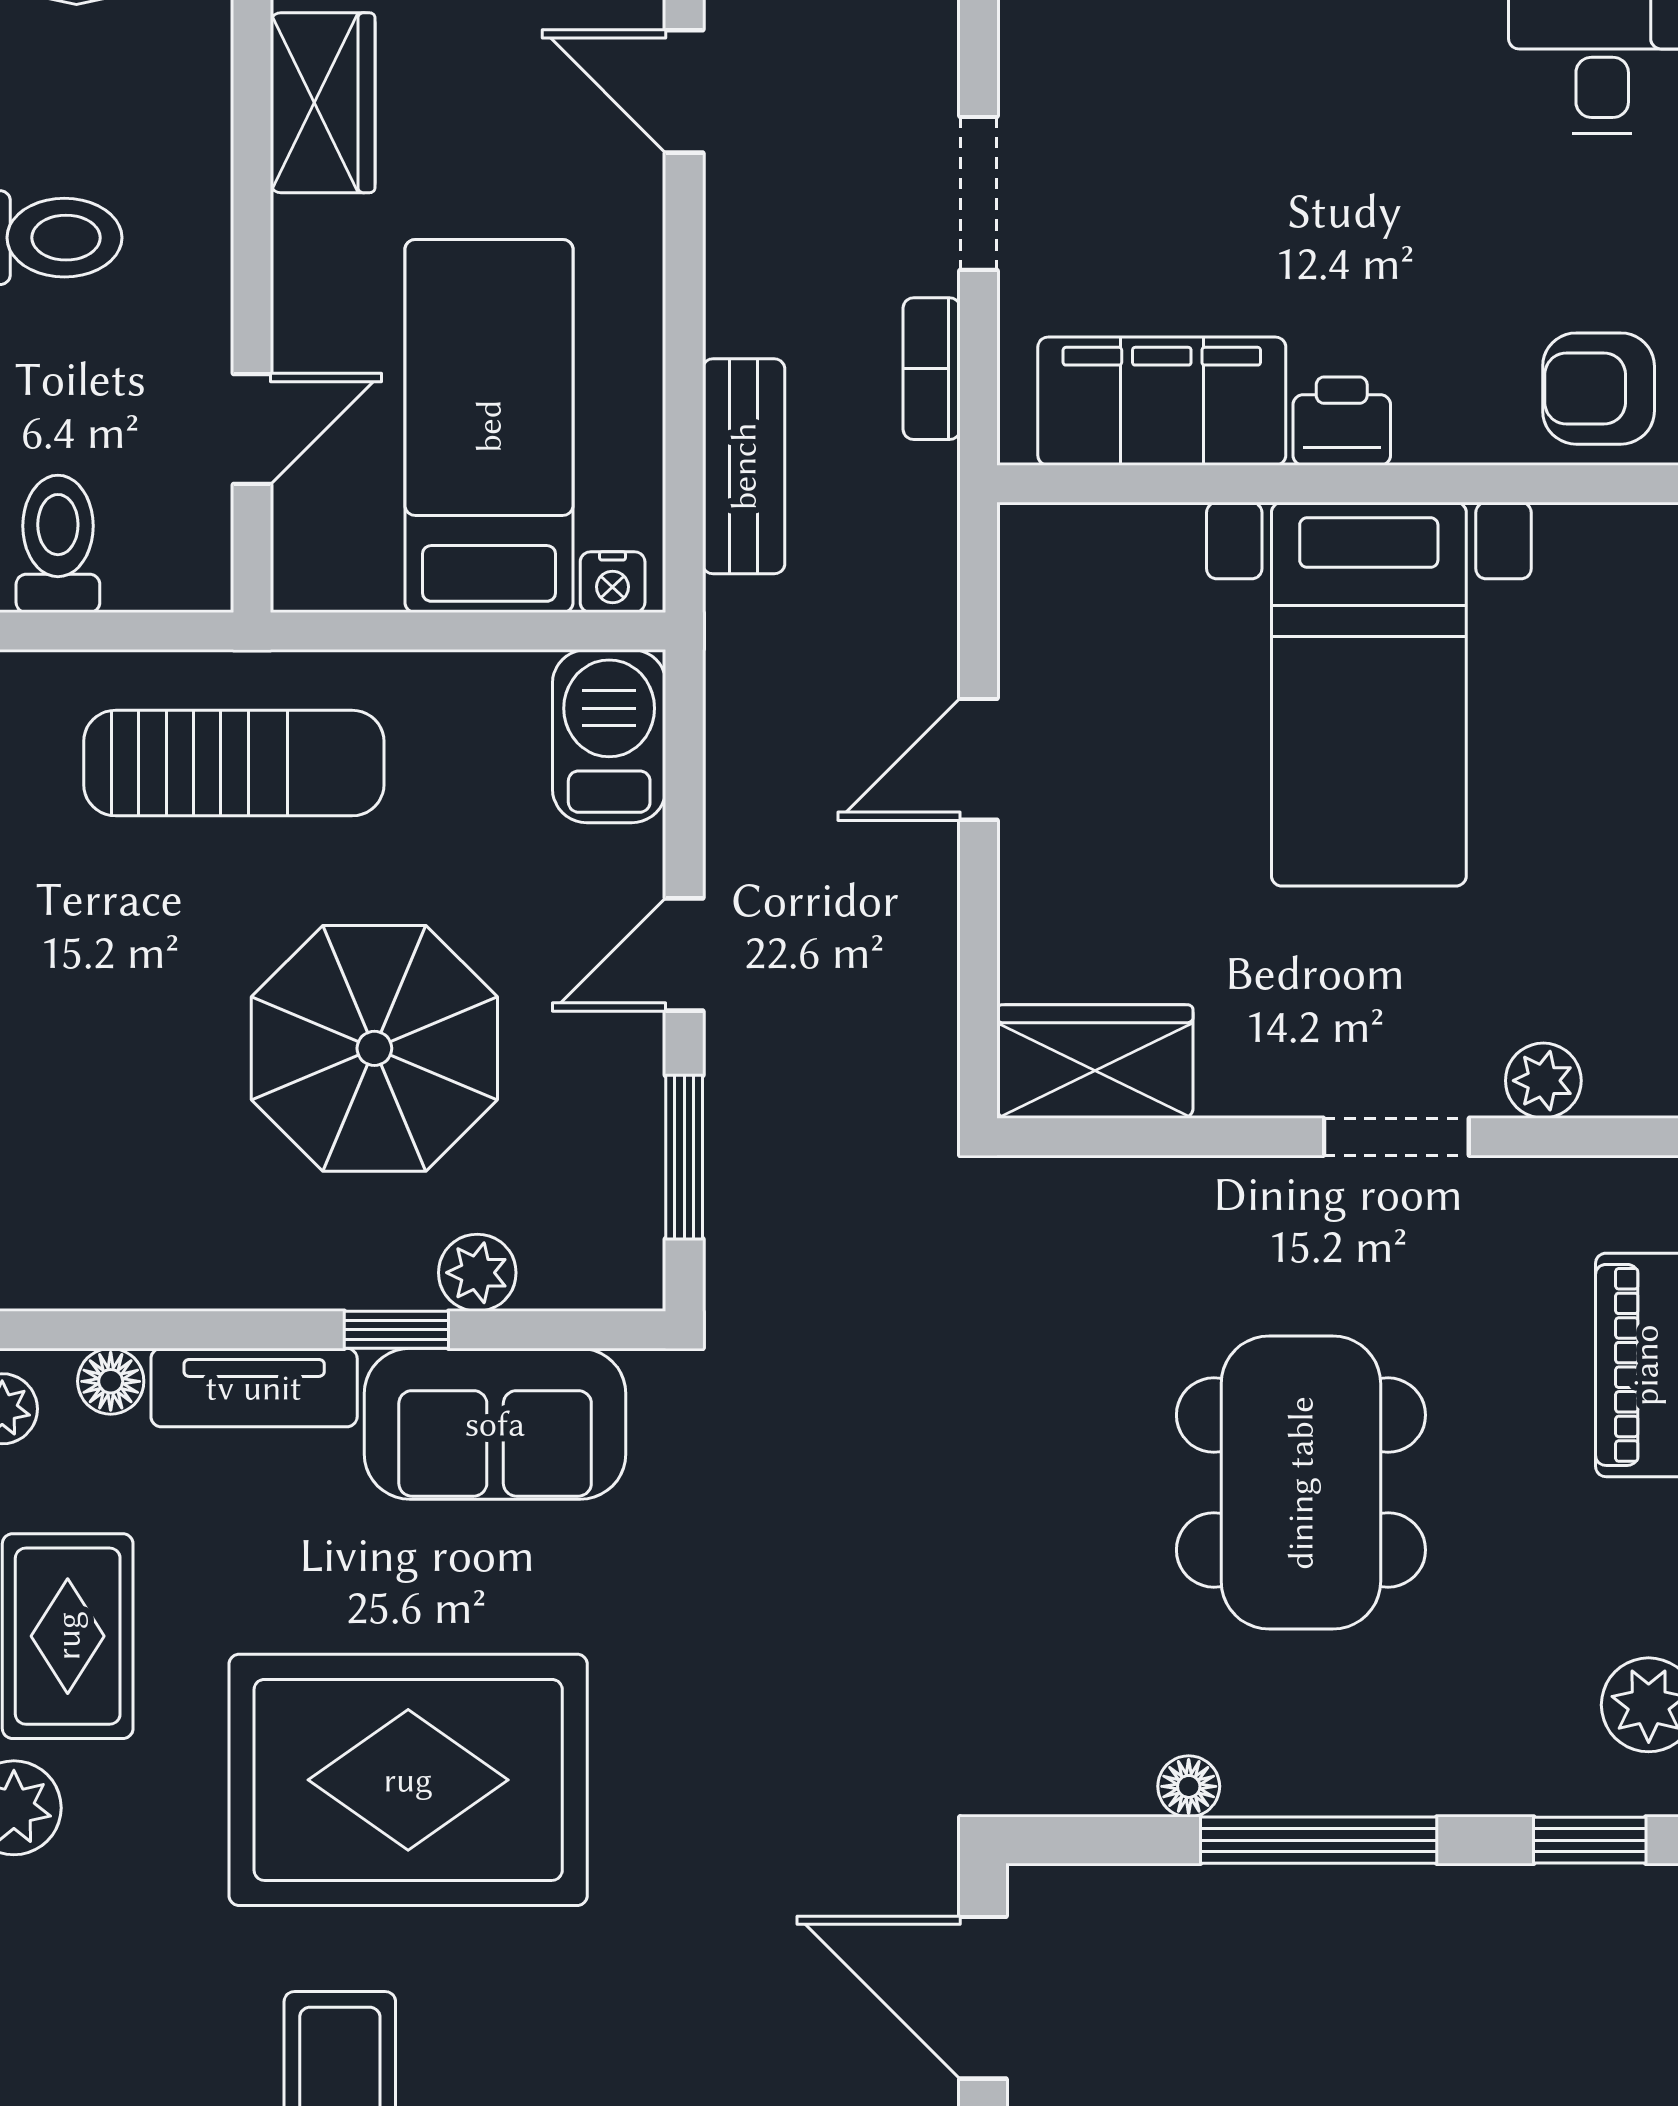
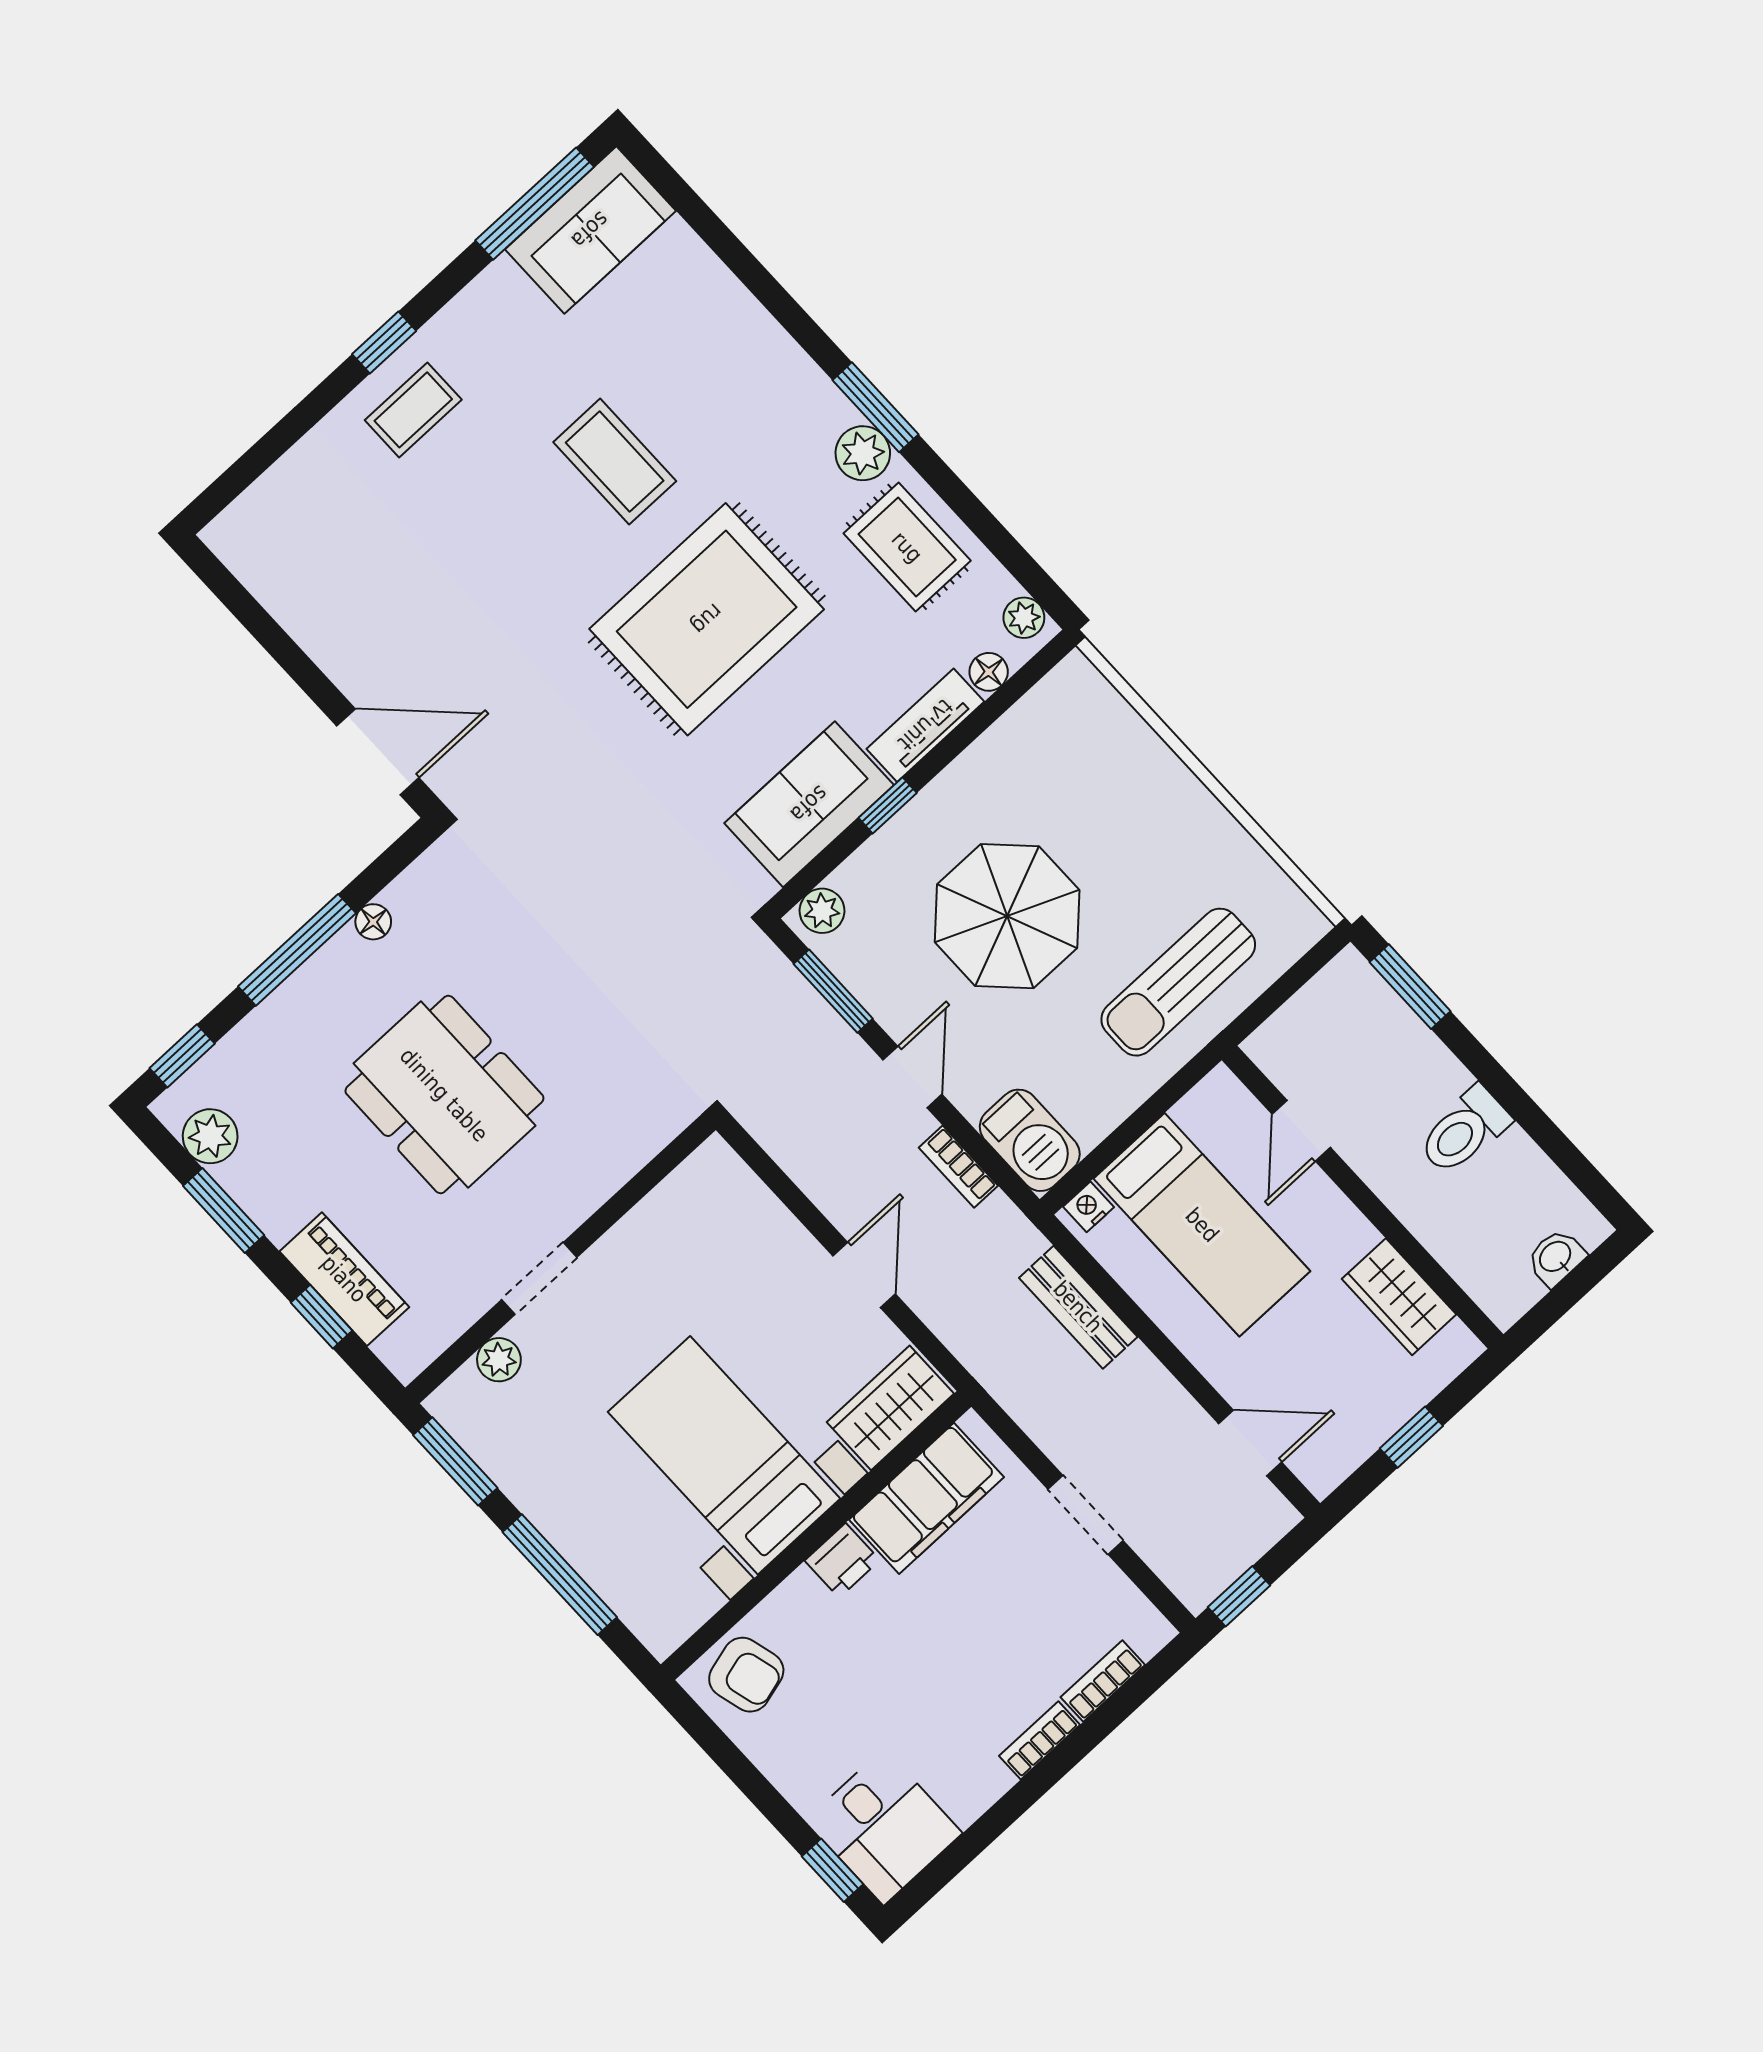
bookcase: (932, 369) -> (958, 1167), moved, turned 180
armchair: (1599, 389) -> (746, 1675), turned 75
toilet: (58, 544) -> (1339, 1006), removed
wardrobe: (1095, 1061) -> (890, 1408), moved, turned 180
plant: (477, 1273) -> (822, 911), moved

